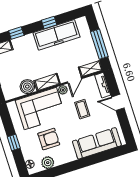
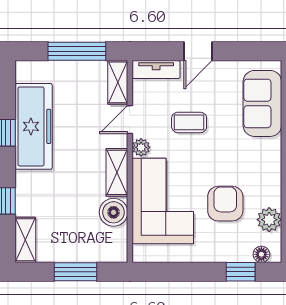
door: (75, 80) -> (130, 120), swing flipped
window: (14, 143) -> (241, 272), moved
sofa: (97, 143) -> (262, 103), width x0.73

